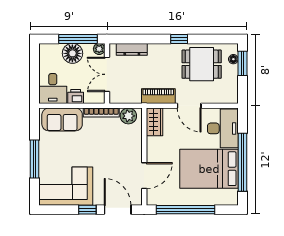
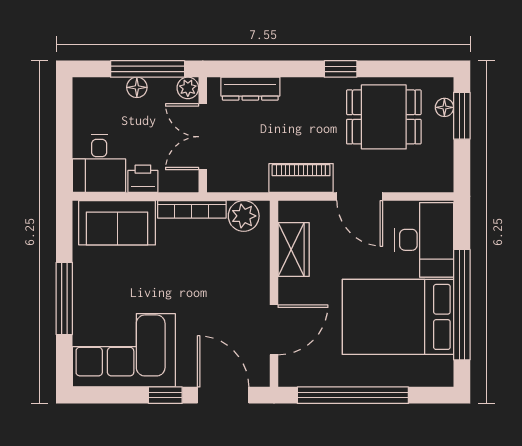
floor lamp: (72, 53) -> (137, 87), width x0.53, depth x0.53
wardrobe: (154, 122) -> (294, 249), moved

